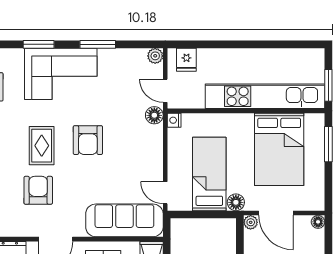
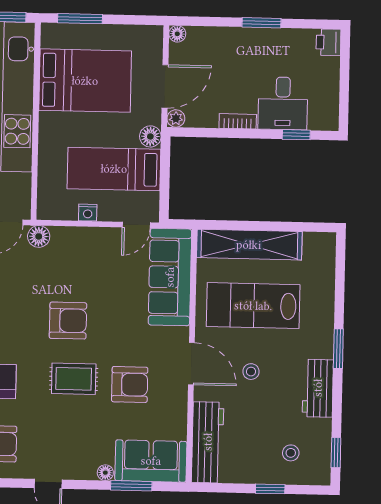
nightstand: (174, 120) -> (88, 213), moved
armchair: (38, 190) -> (130, 384), turned 180

